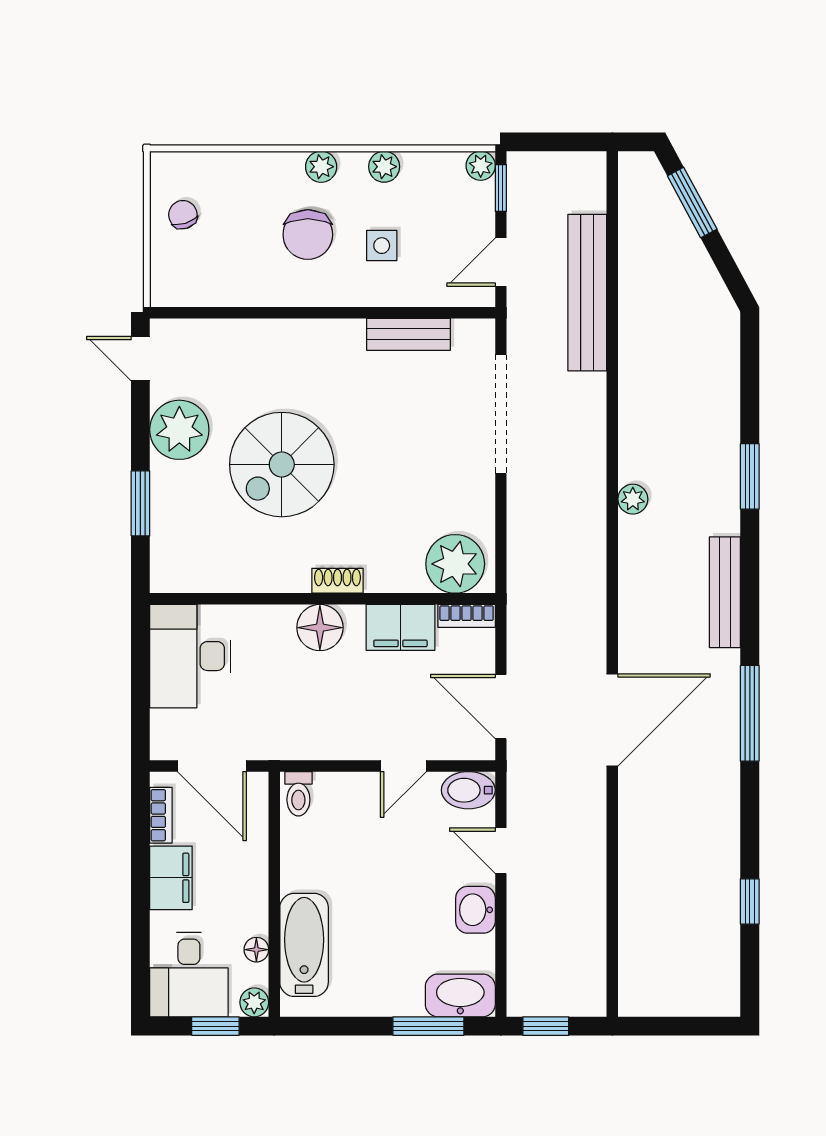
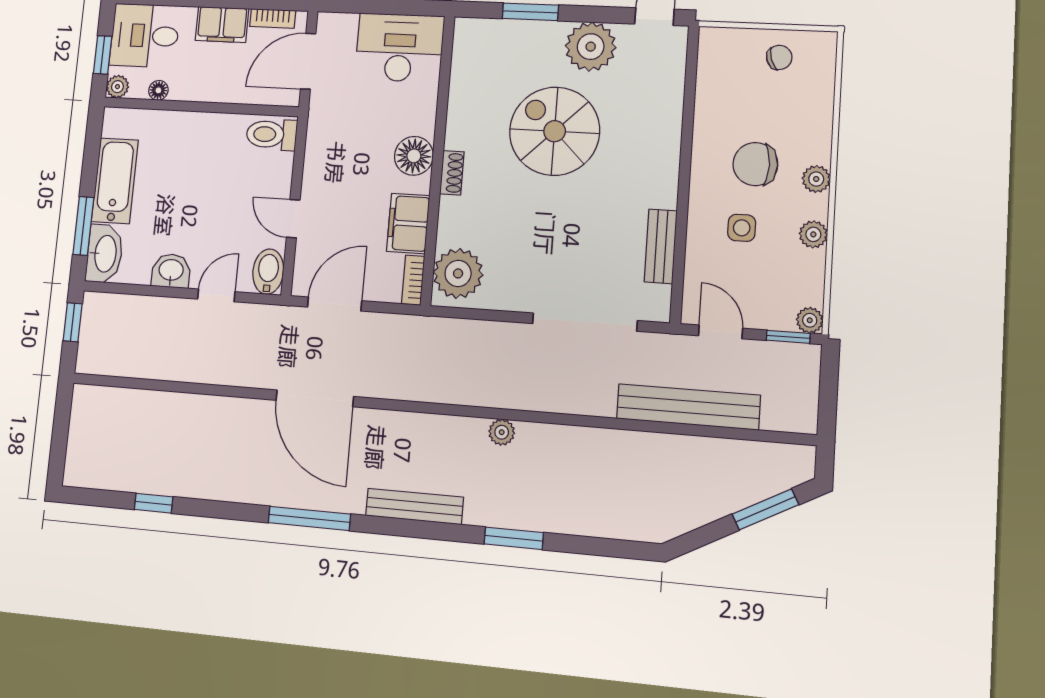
toilet: (298, 794) -> (272, 134), width x1.37, depth x1.39
bathtub: (304, 945) -> (115, 181), moved, turned -90

